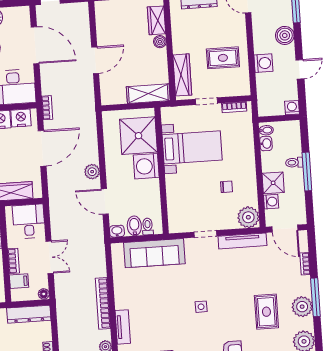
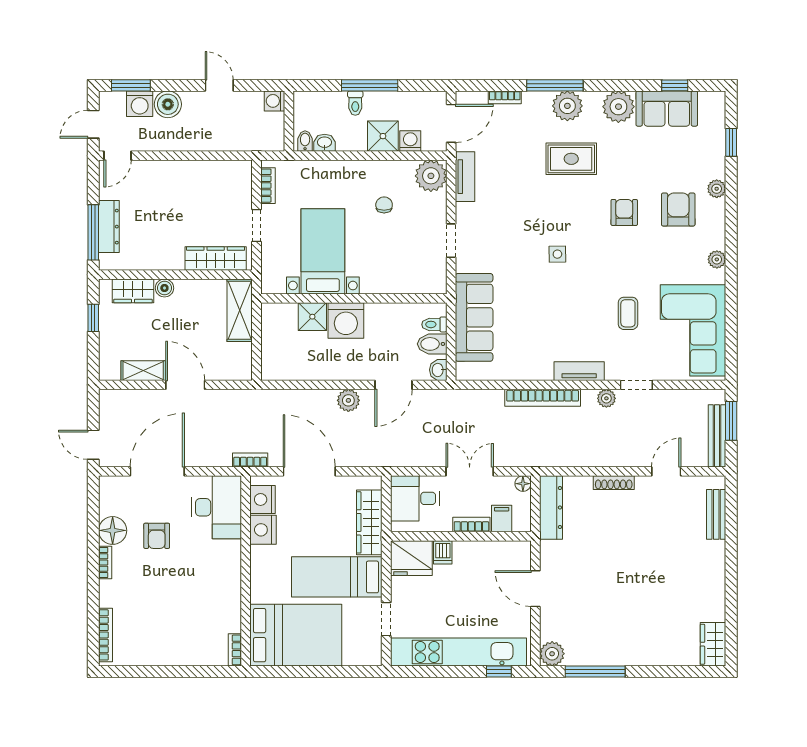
shelving: (103, 31) -> (143, 371), added
rug: (223, 58) -> (195, 197), removed
washing machine: (263, 63) -> (140, 104), moved, turned 180
shower: (138, 136) -> (312, 317), width x0.54, depth x0.54
tv unit: (242, 241) -> (465, 177), width x0.71

